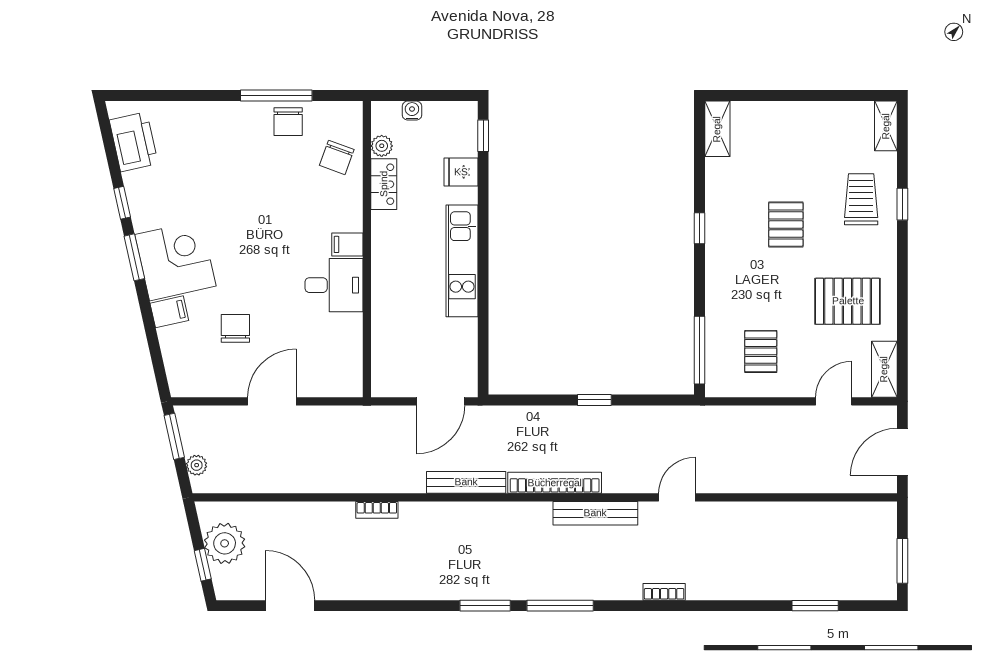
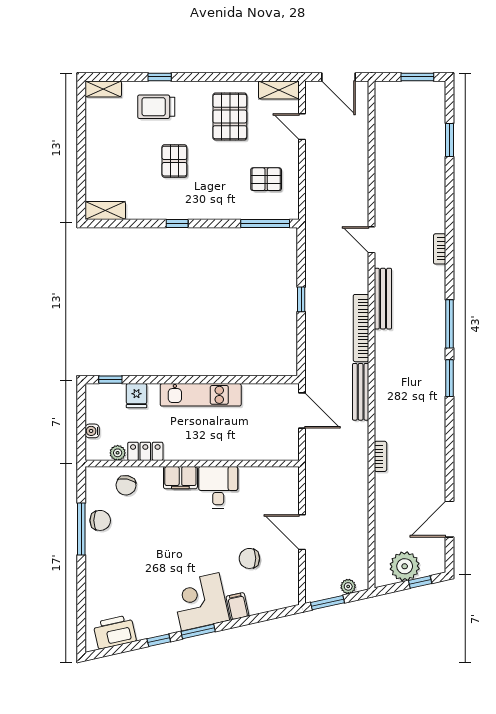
chair: (337, 157) -> (126, 485), turned 81
pallet: (786, 224) -> (174, 161), turned 90
filing cabinet: (347, 244) -> (180, 478), width x2.00

